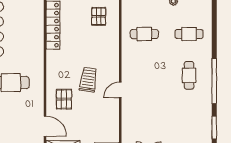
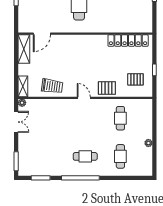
trolley: (88, 80) -> (52, 86), moved
door: (120, 90) -> (84, 98), moved
pallet: (64, 99) -> (107, 88), moved

